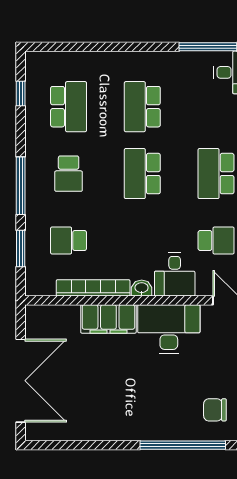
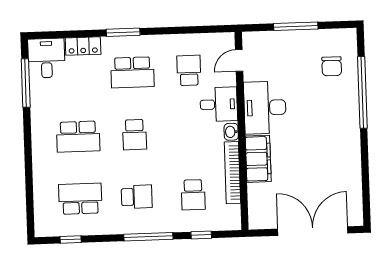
school desk: (142, 174) -> (135, 135), width x0.54
window: (21, 248) -> (201, 235), width x0.67

